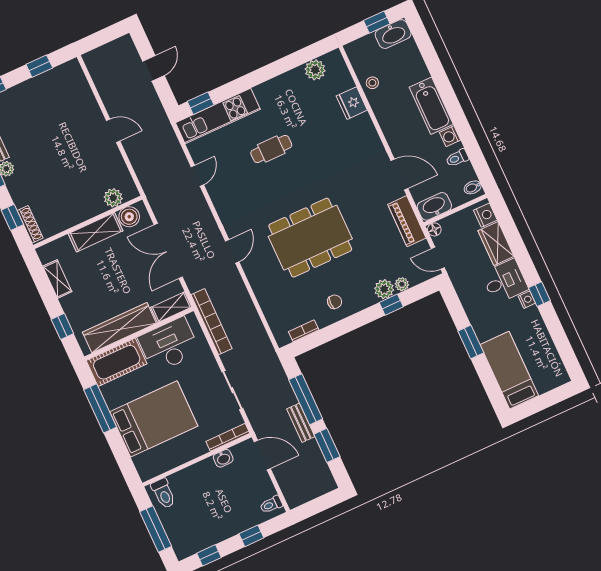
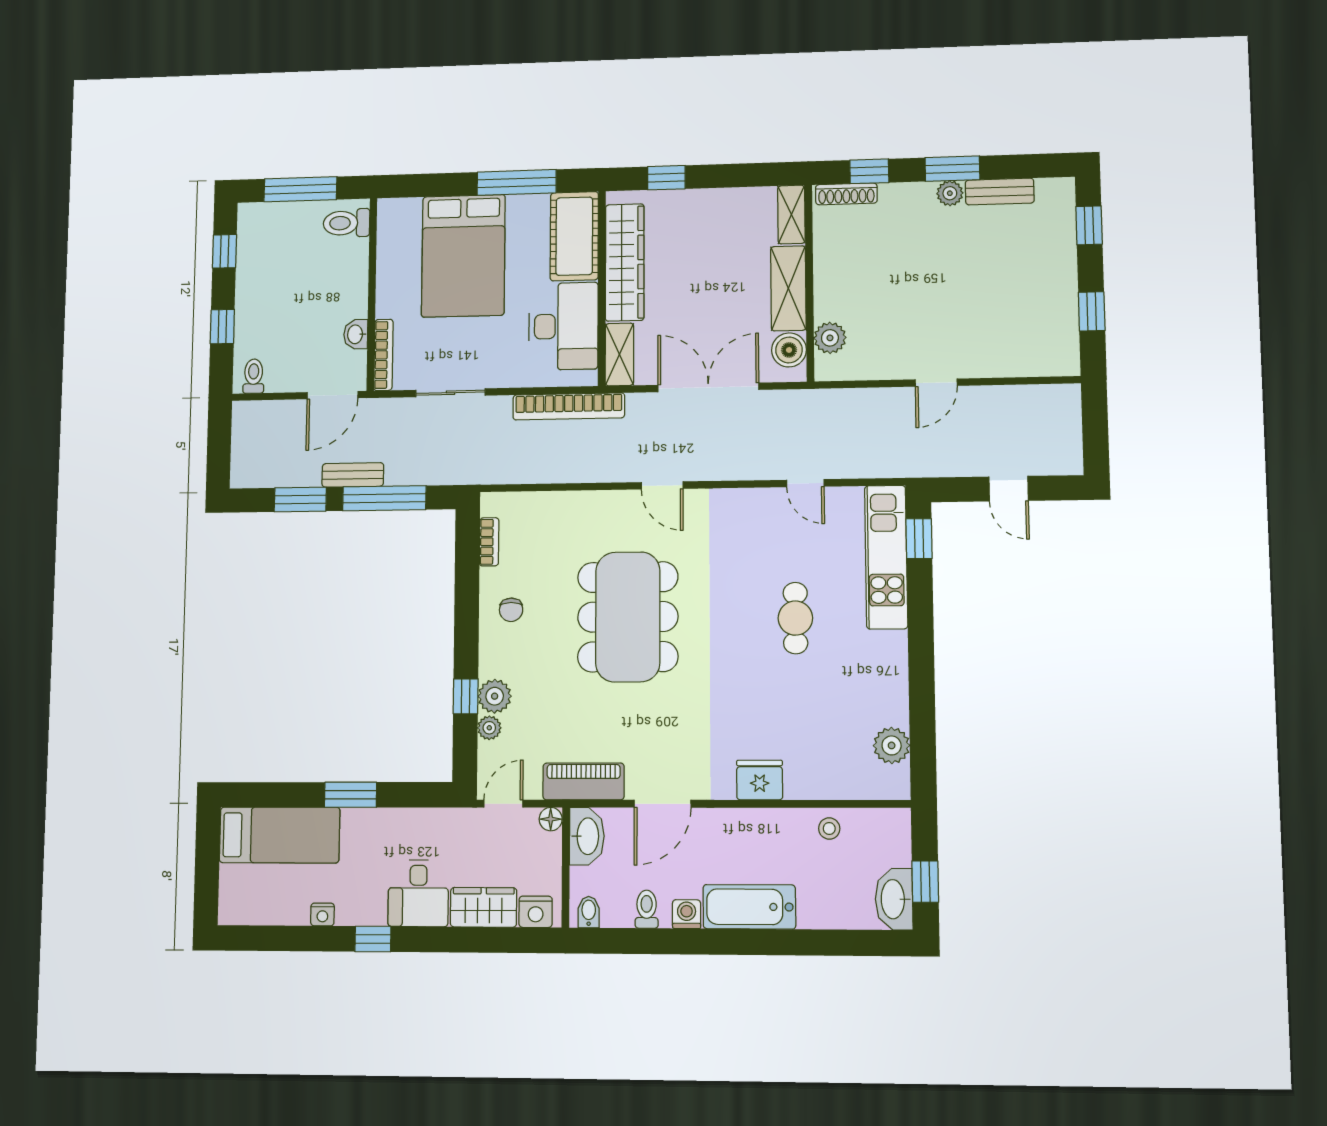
fridge: (352, 103) -> (760, 780), moved
shelving: (57, 279) -> (791, 215), moved, turned 90
nightstand: (527, 300) -> (322, 914), moved

